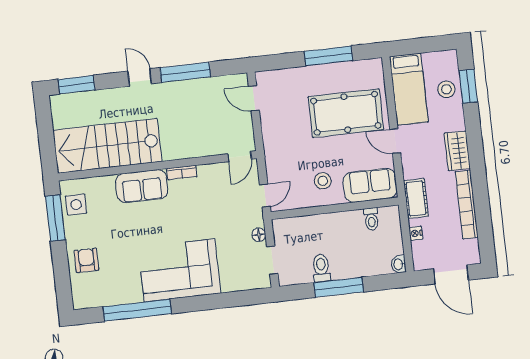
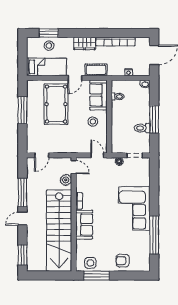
plant: (216, 145) -> (66, 180), added
stairs: (107, 146) -> (59, 231), width x1.36
cot: (416, 198) -> (96, 70), moved

